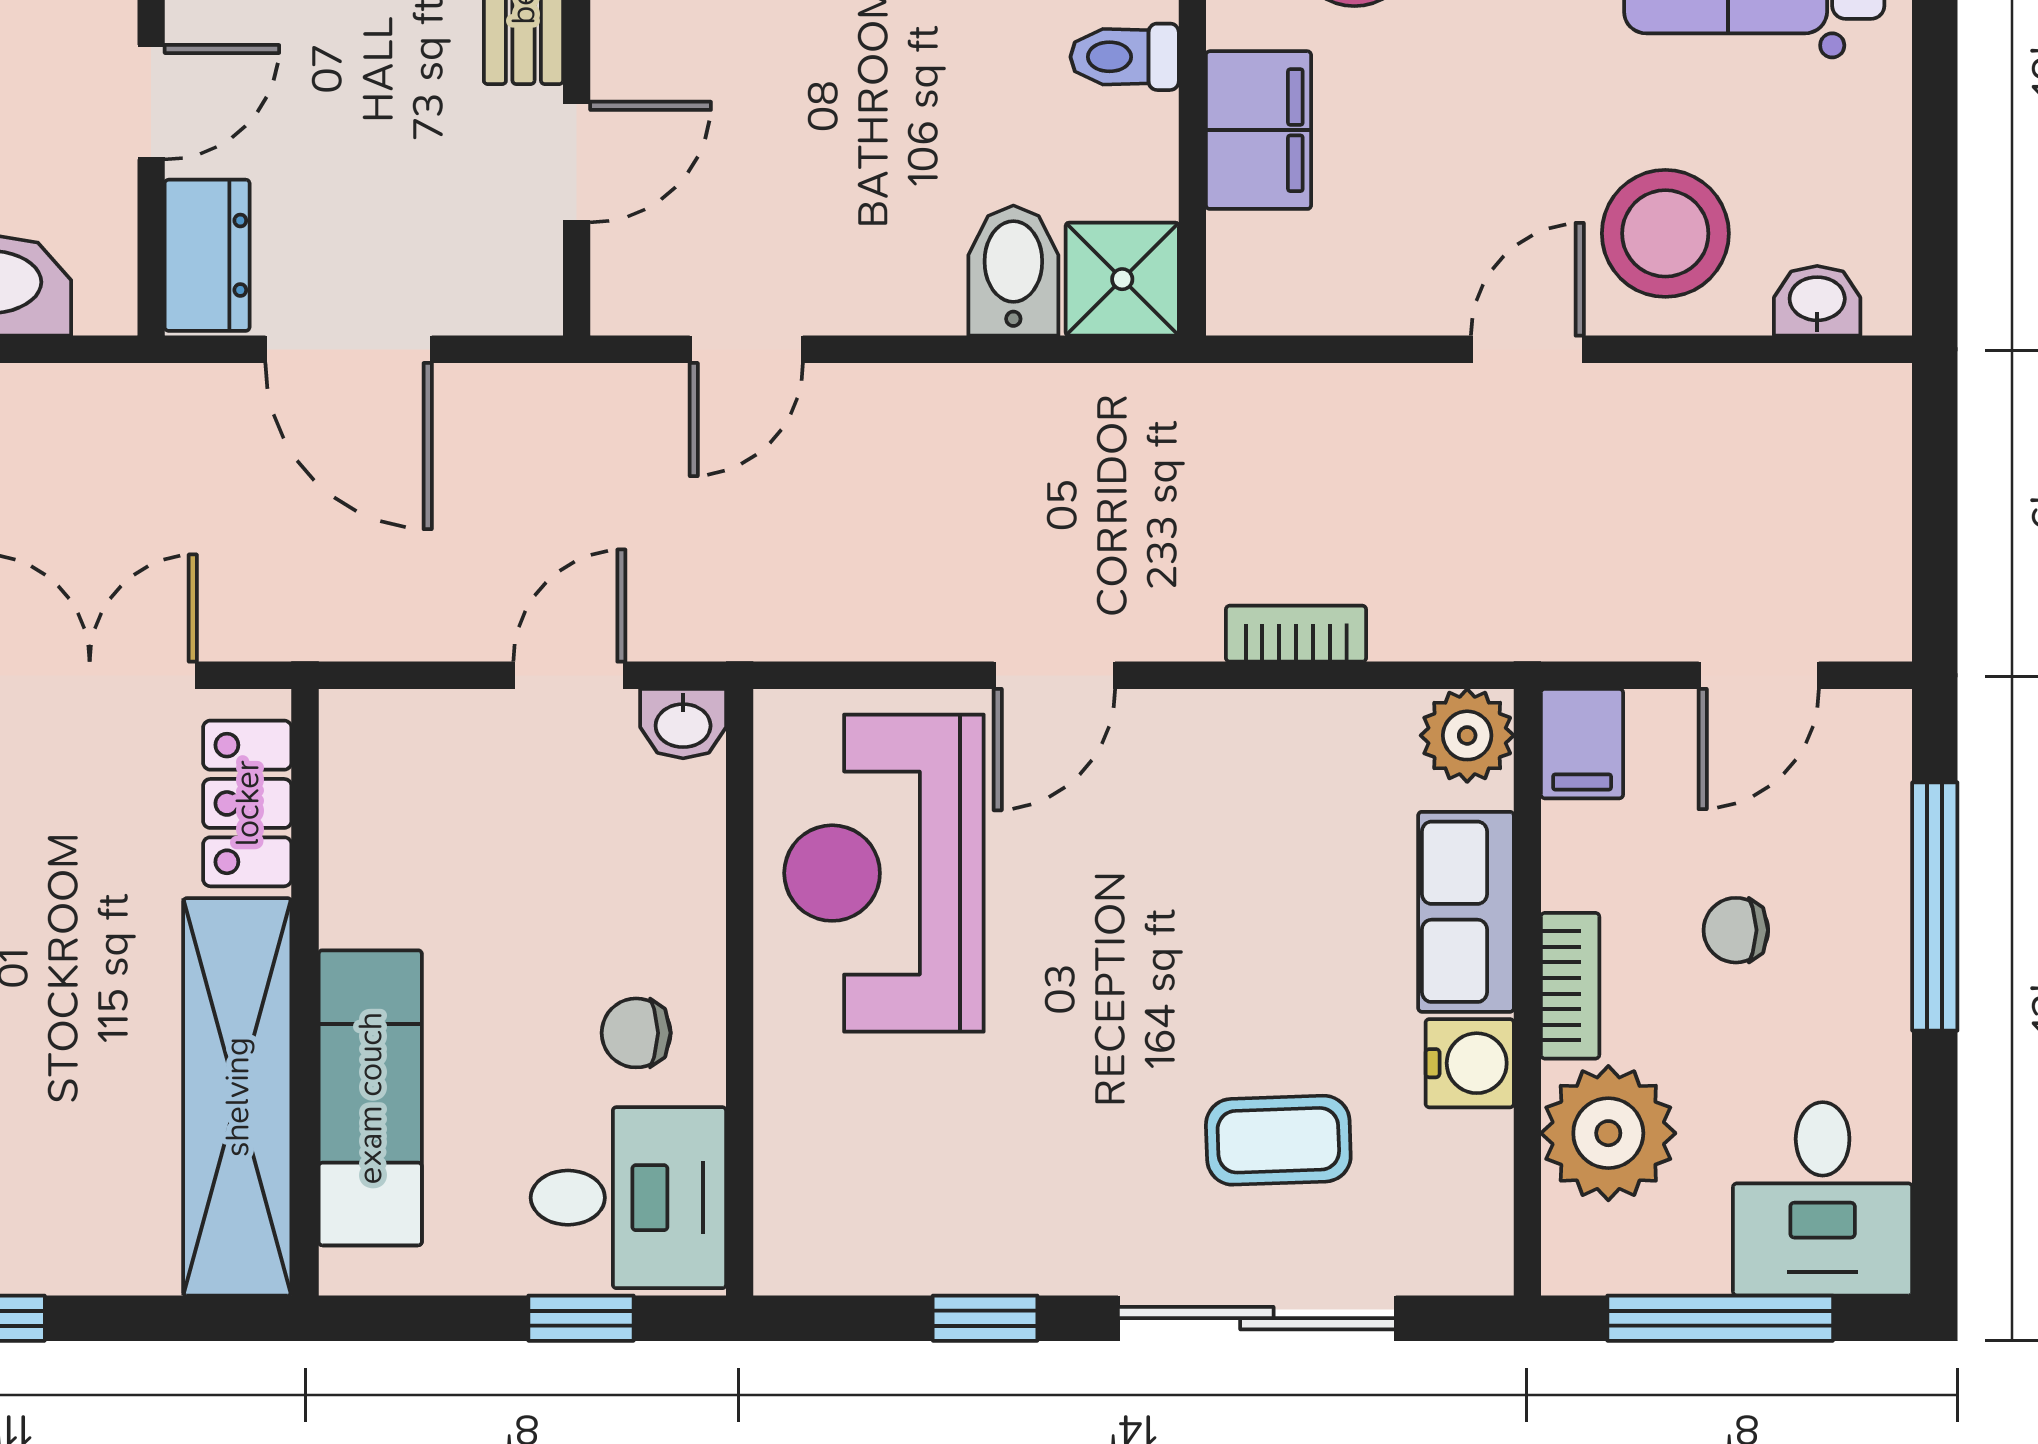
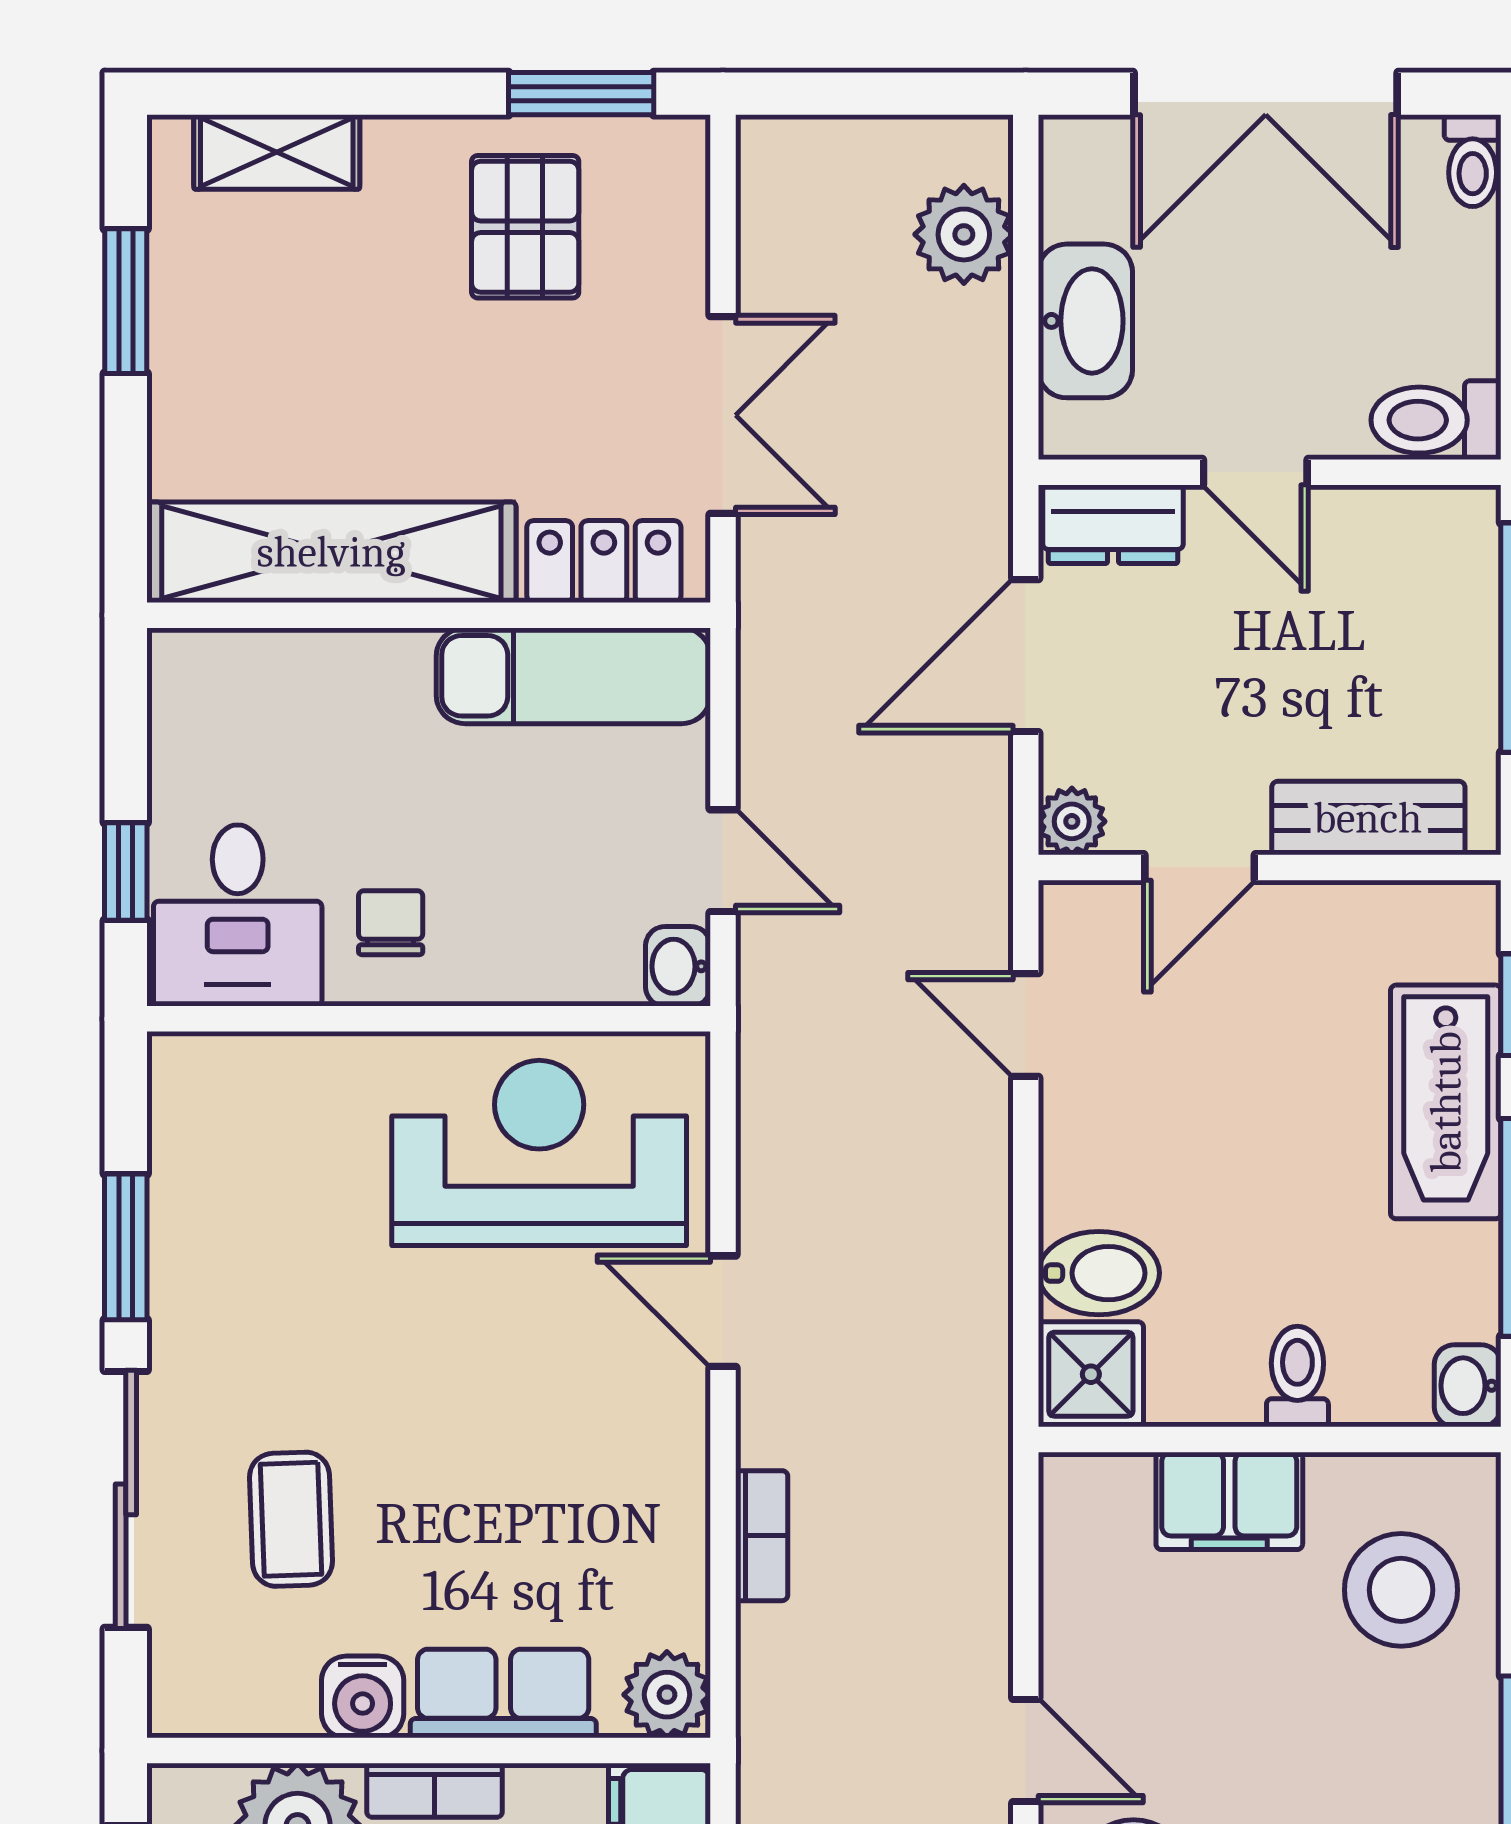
door: (577, 162) -> (1200, 867), hinge flipped
plant: (527, 300) -> (1072, 821), added
exam couch: (370, 1098) -> (573, 676), moved
window: (985, 1318) -> (126, 1247), width x1.50

